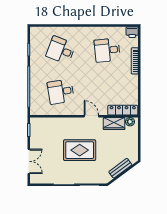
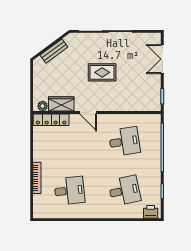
printer: (132, 32) -> (151, 212), moved
desk: (61, 50) -> (124, 191), turned -33
rug: (80, 150) -> (102, 72), width x0.73, depth x0.70

